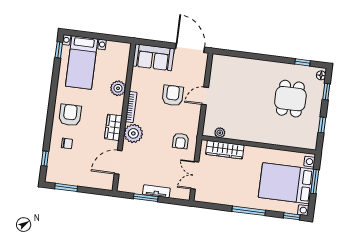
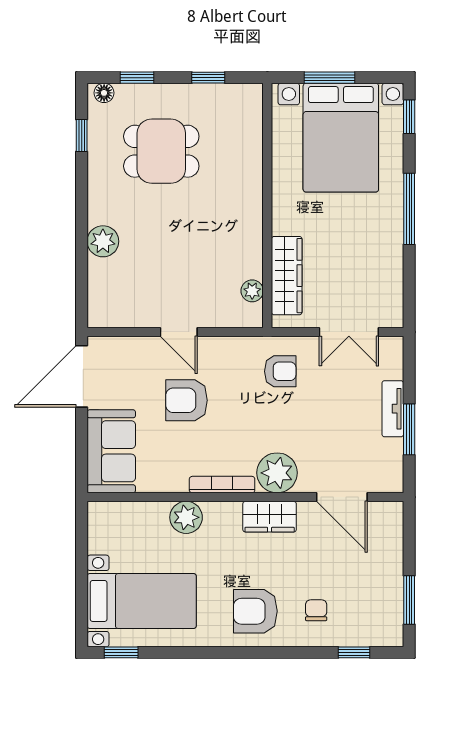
plant: (252, 66) -> (103, 241), added

